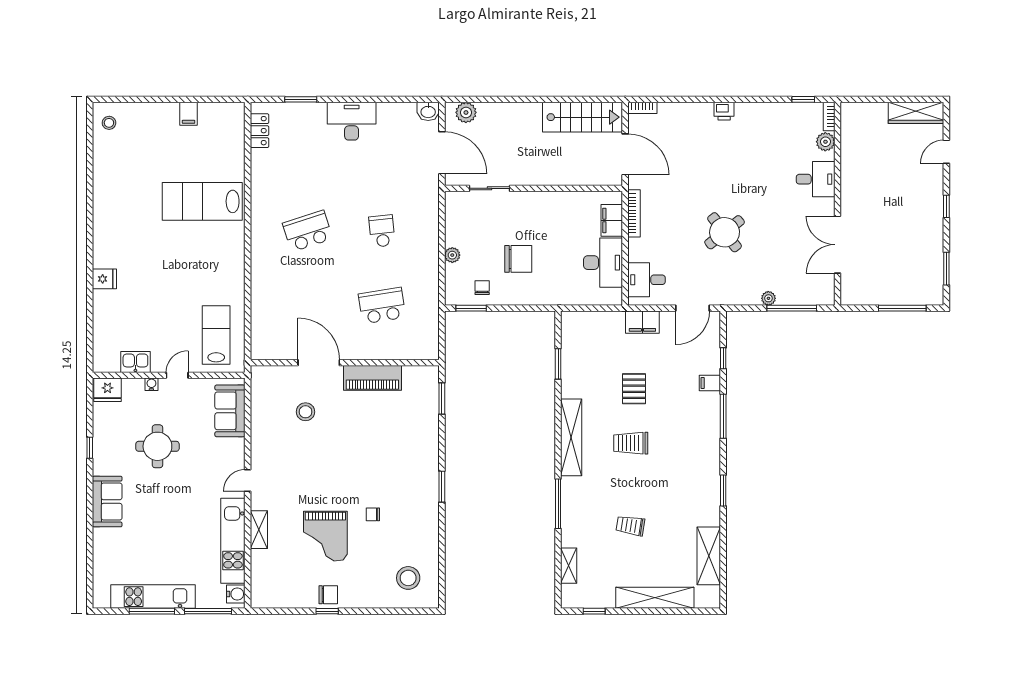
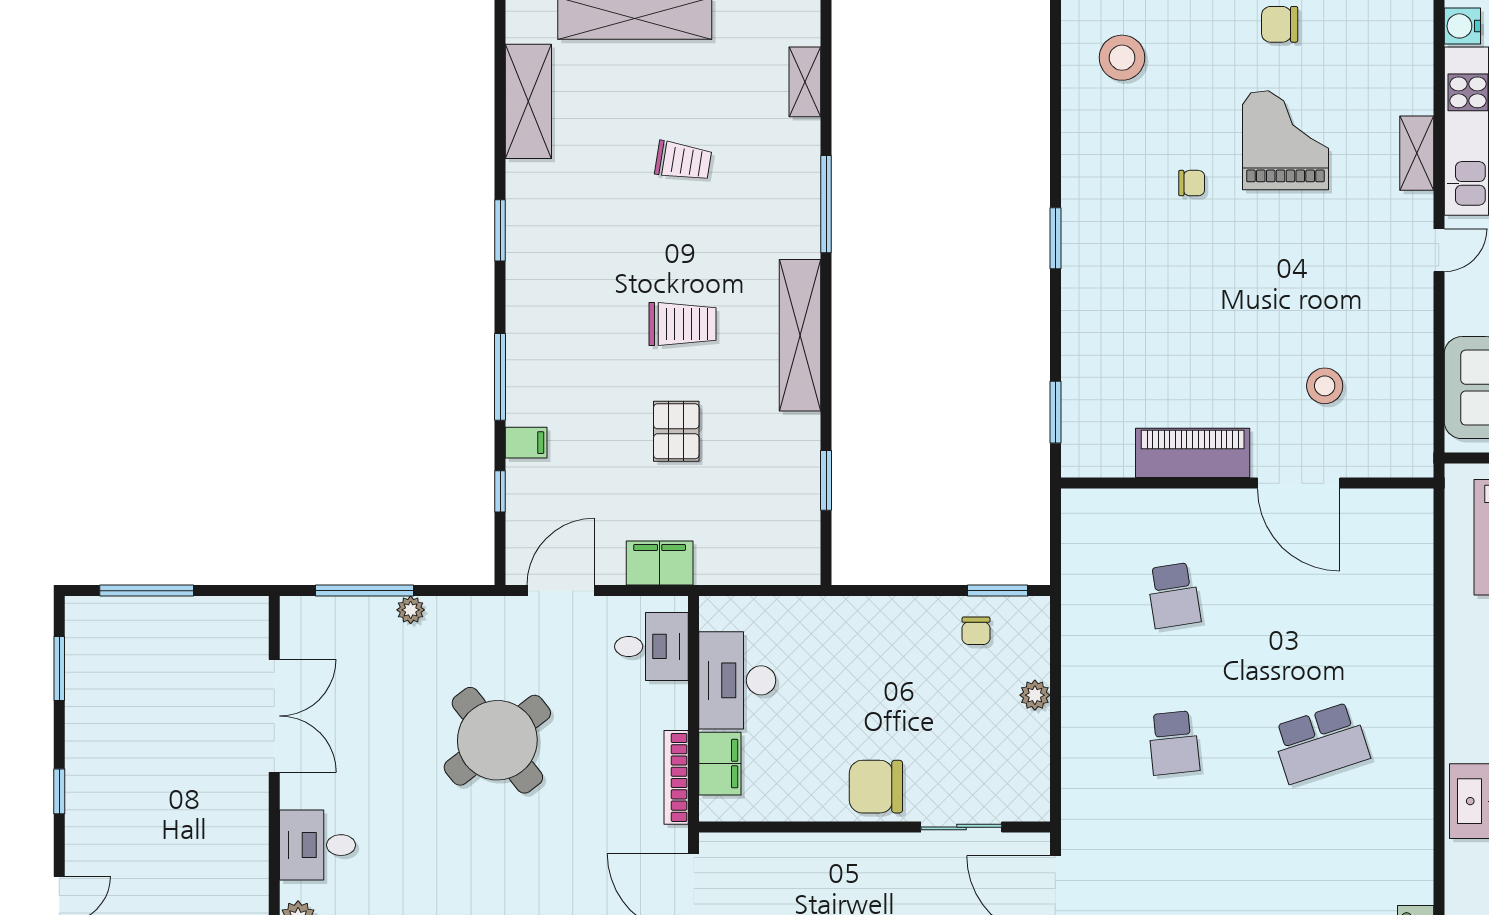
round table: (725, 232) -> (497, 740), width x1.36, depth x1.36
chair: (518, 259) -> (876, 787), moved
school desk: (382, 306) -> (1174, 595), width x0.54

